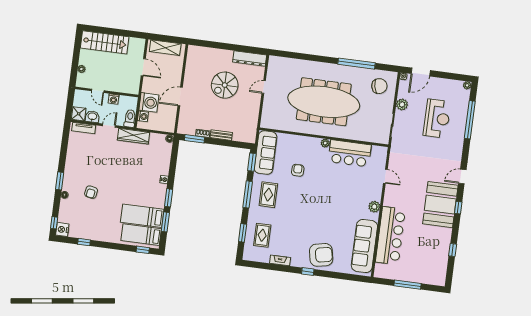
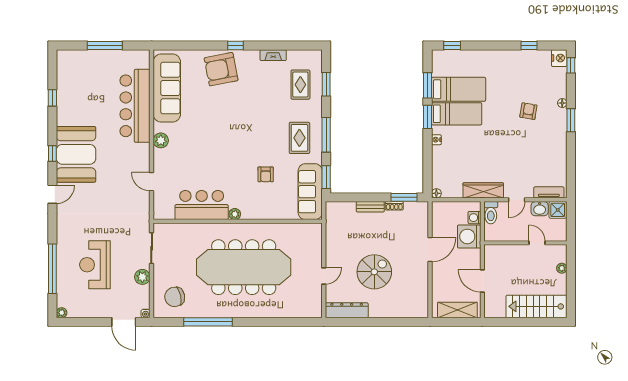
door: (421, 72) -> (124, 322), swing flipped
washing machine: (114, 99) -> (515, 235), removed
bed: (141, 235) -> (457, 114), moved

